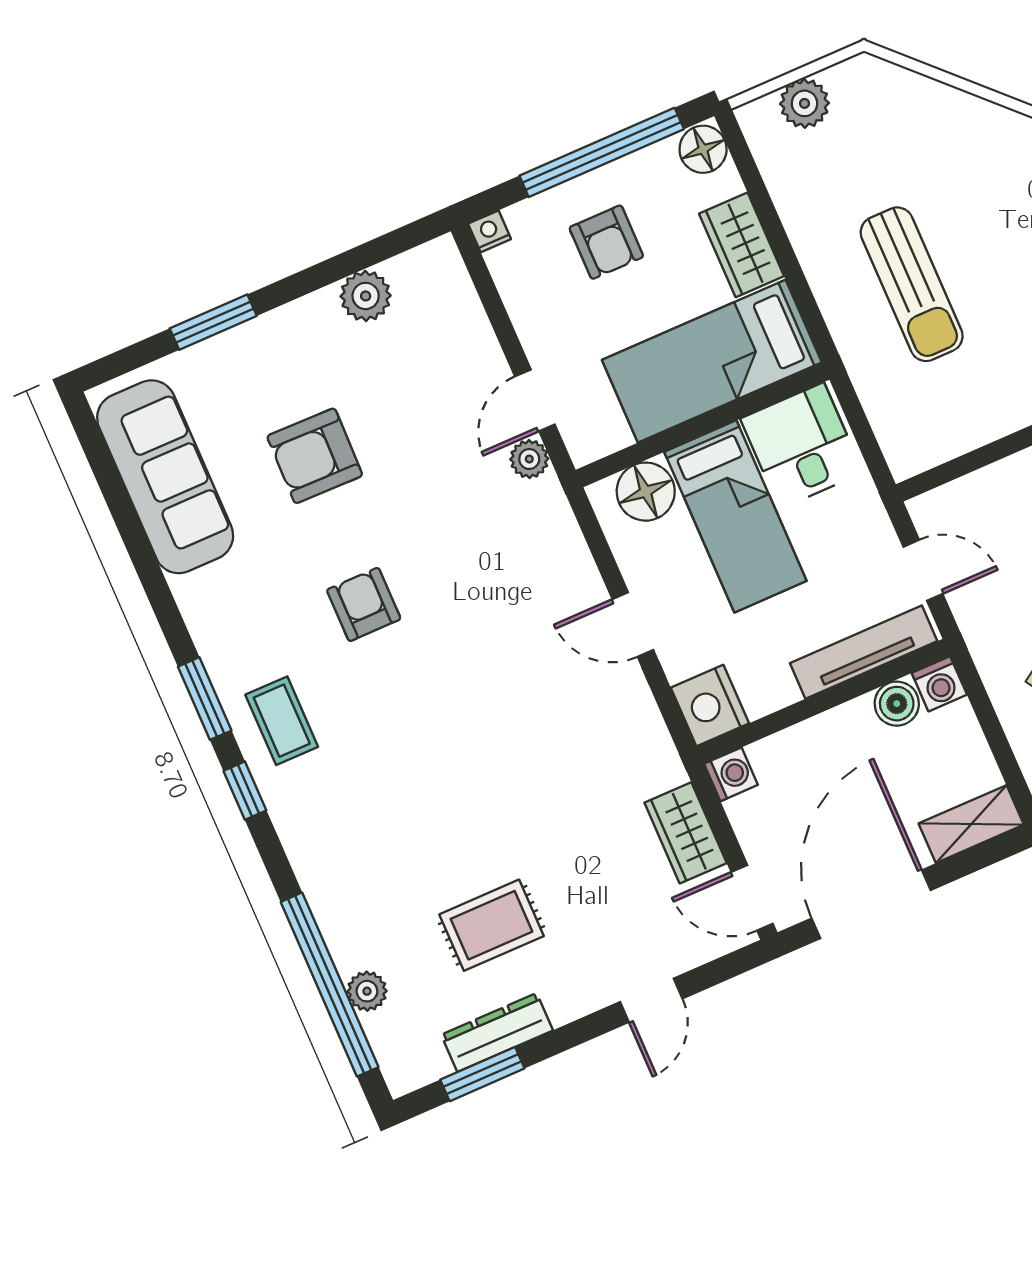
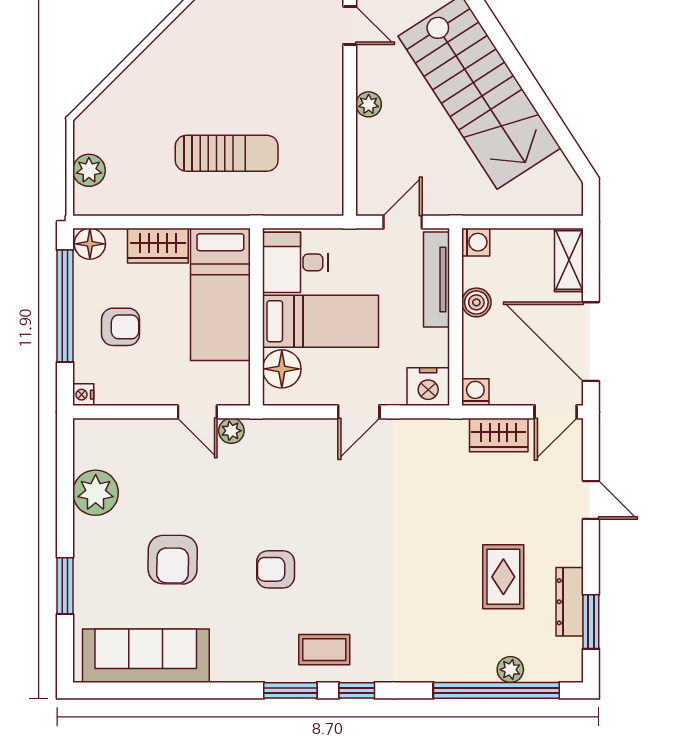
plant: (366, 296) -> (96, 493), width x1.36, depth x1.36
boiler: (897, 704) -> (476, 302), moved

